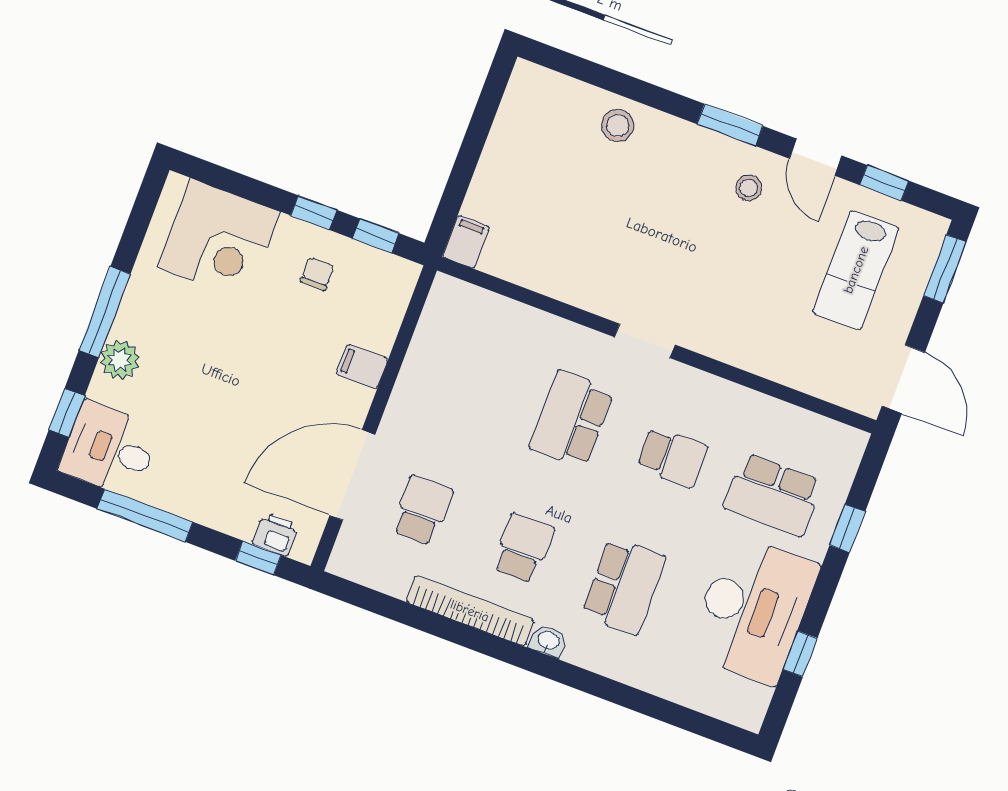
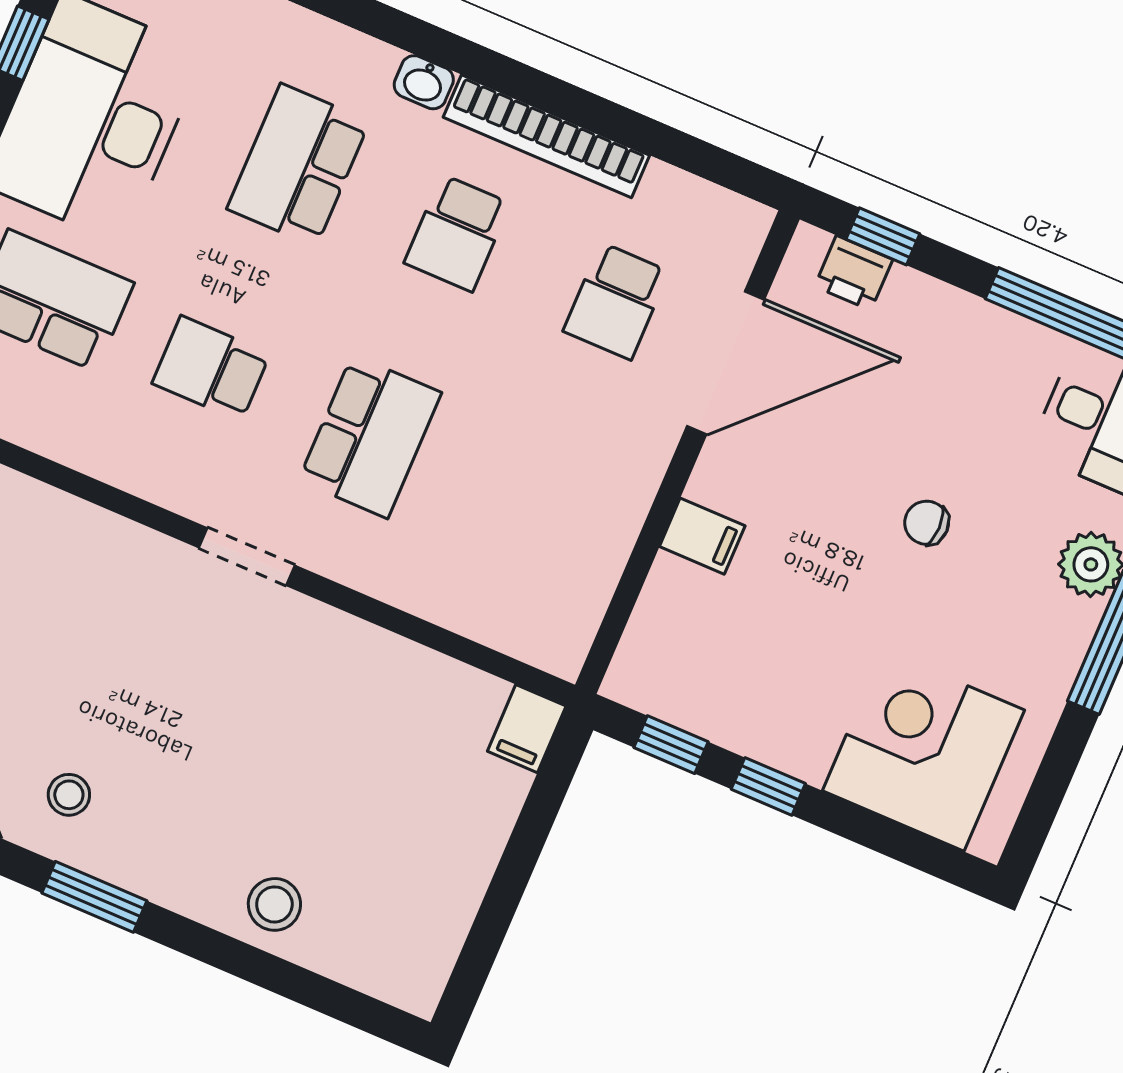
chair: (317, 274) -> (927, 523), moved, turned 90

